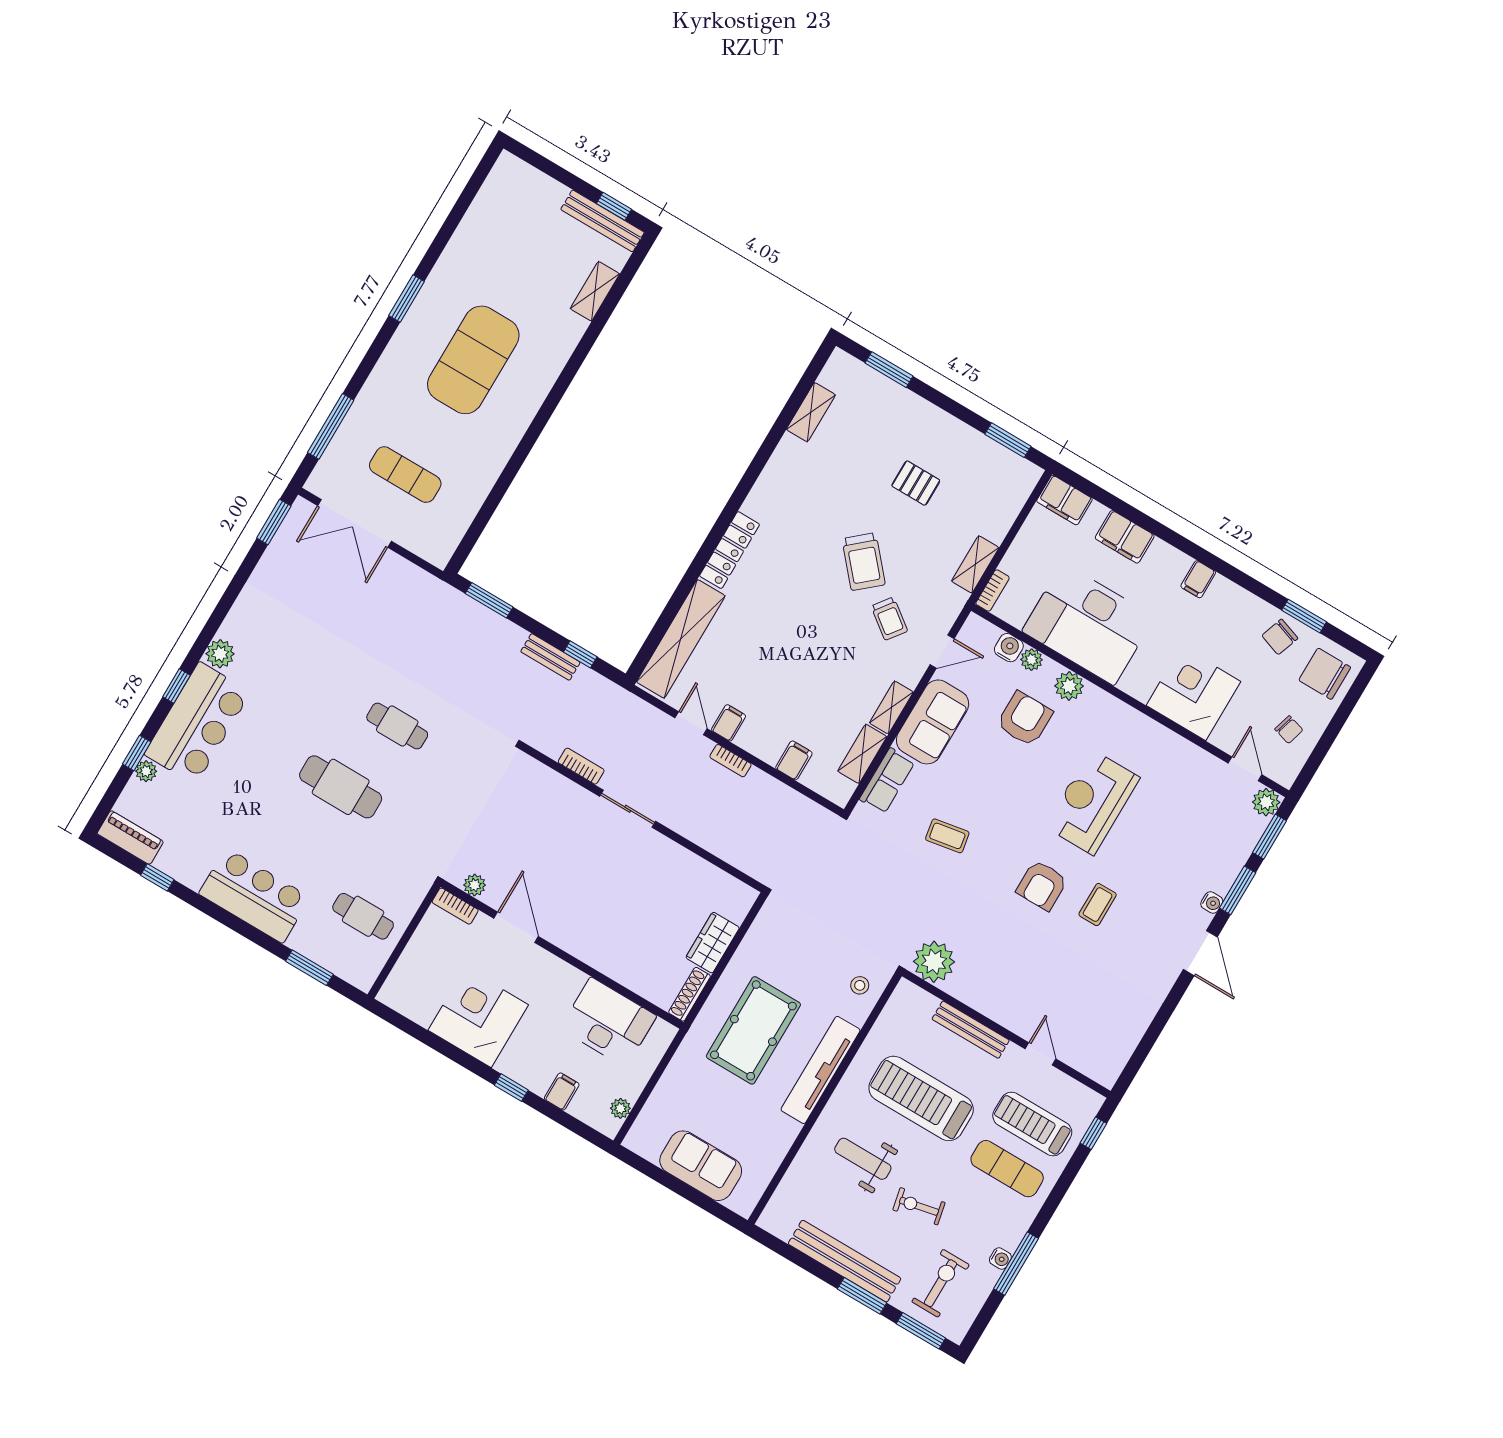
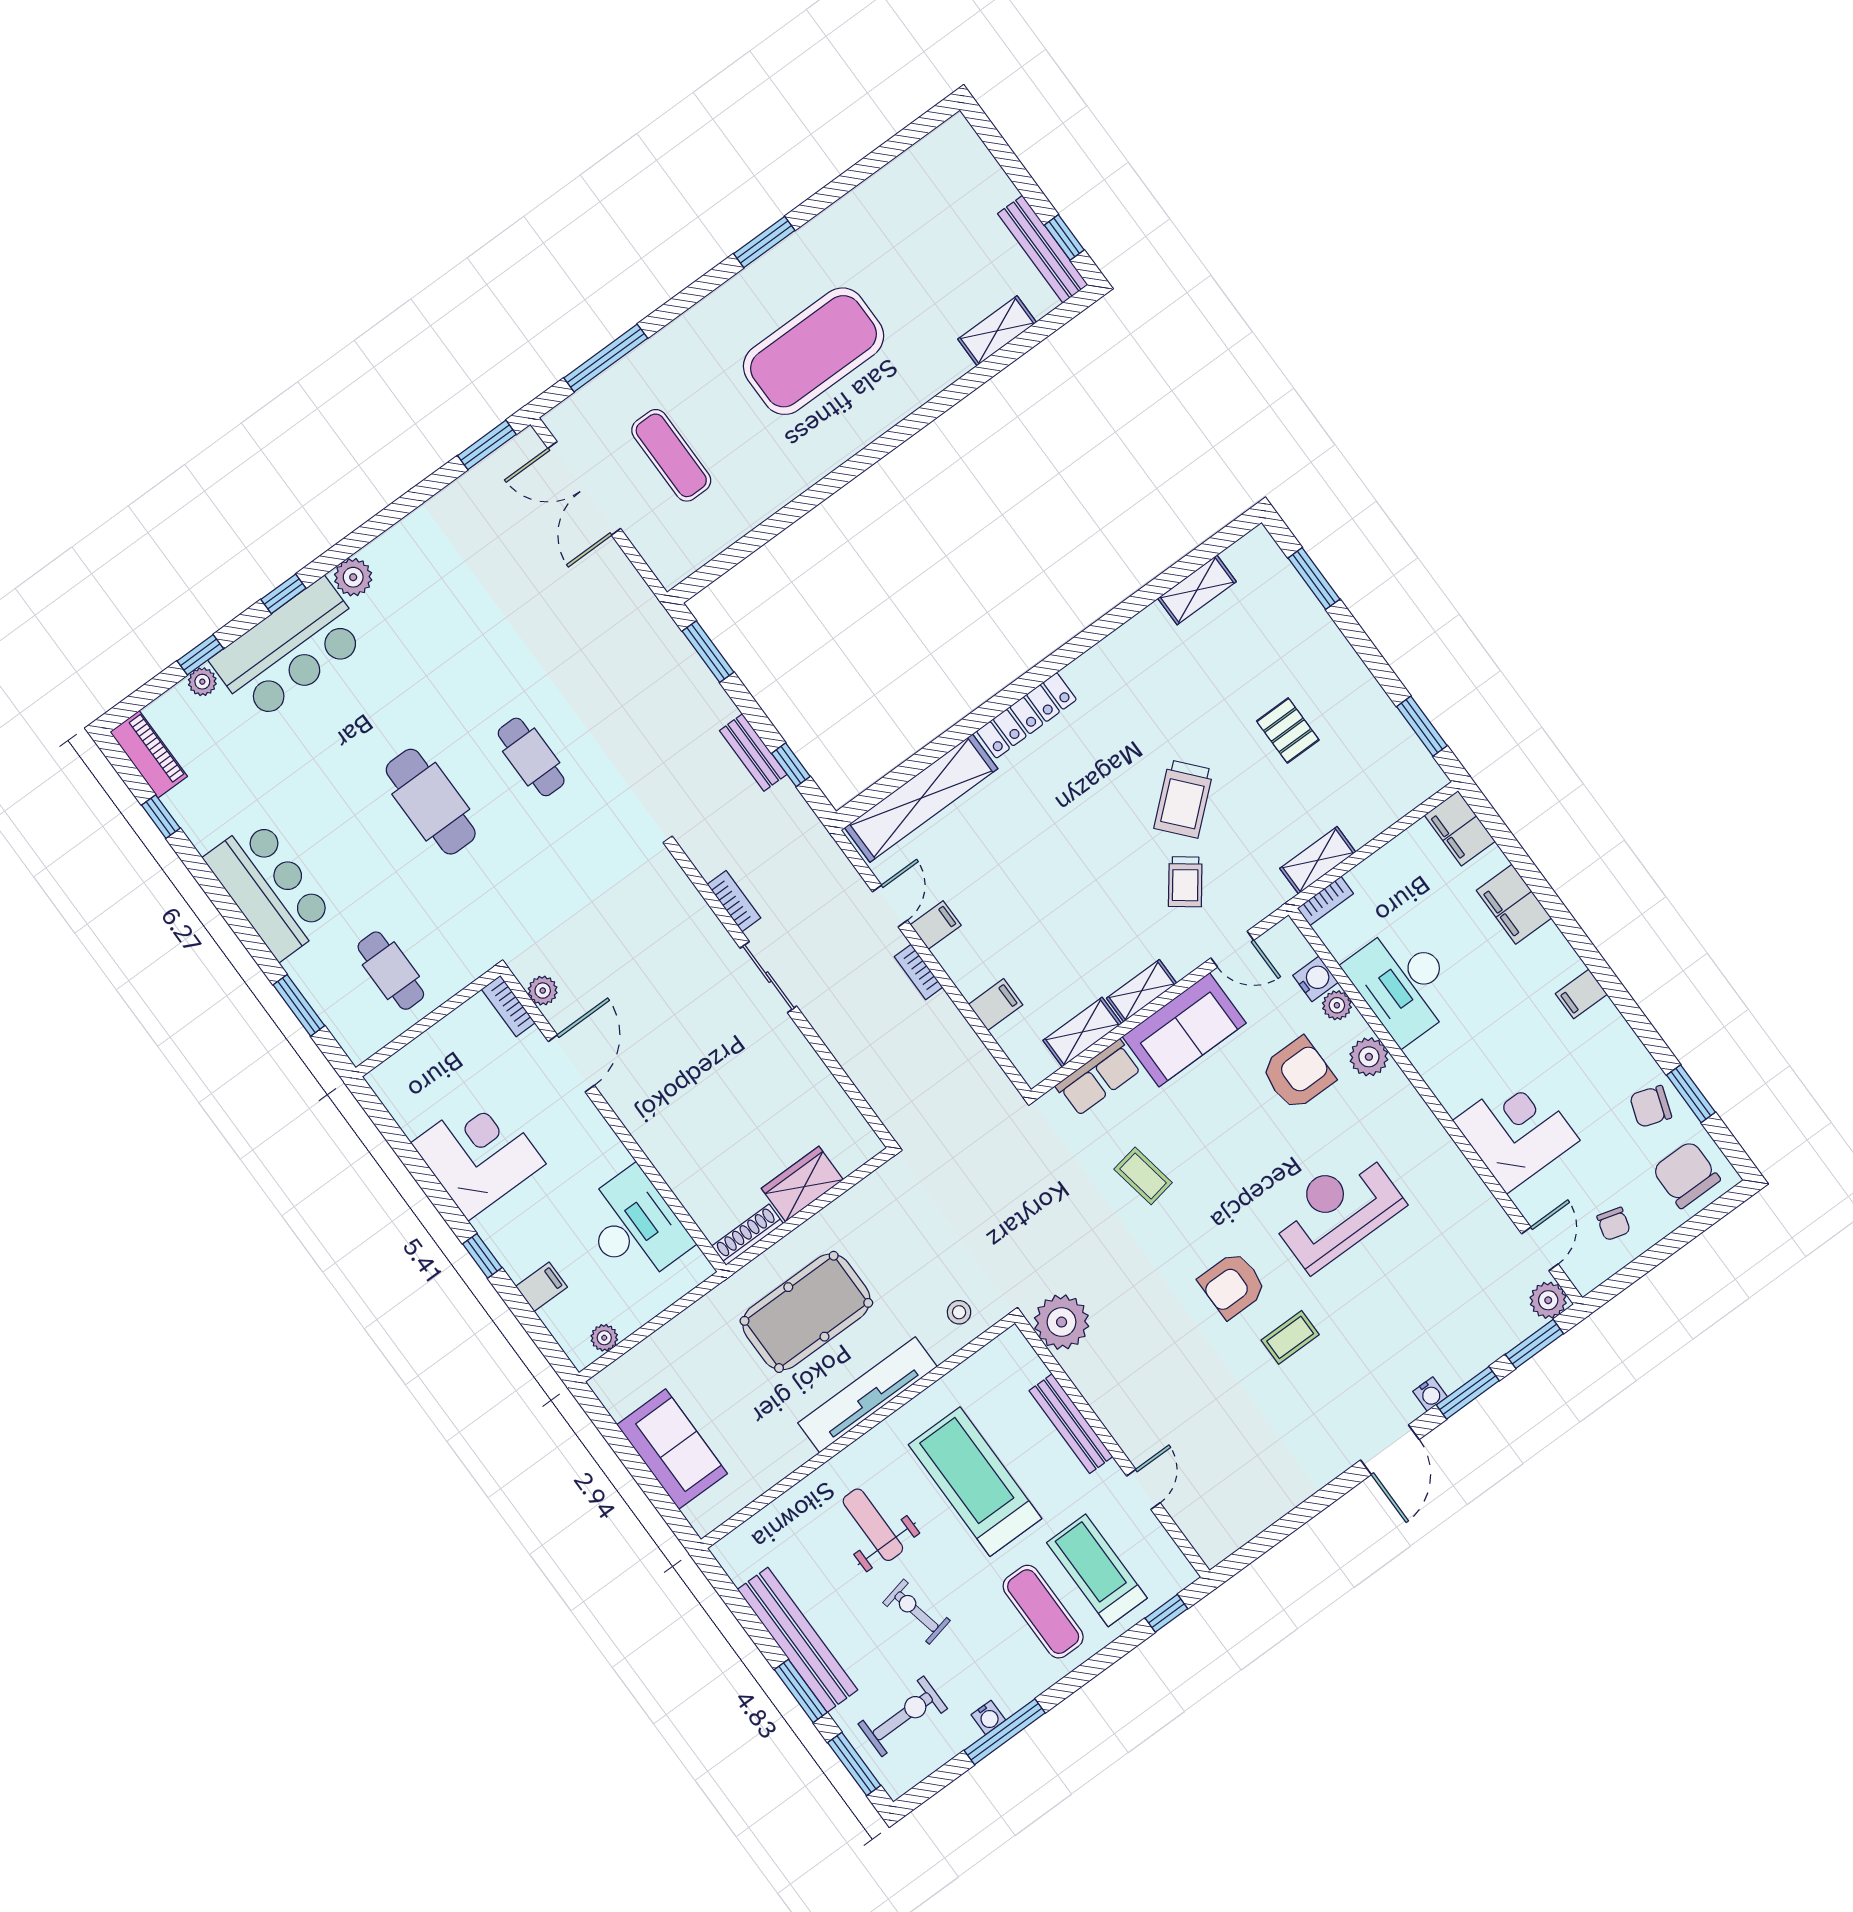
desk: (1088, 624) -> (1403, 983), width x0.73, depth x0.77

